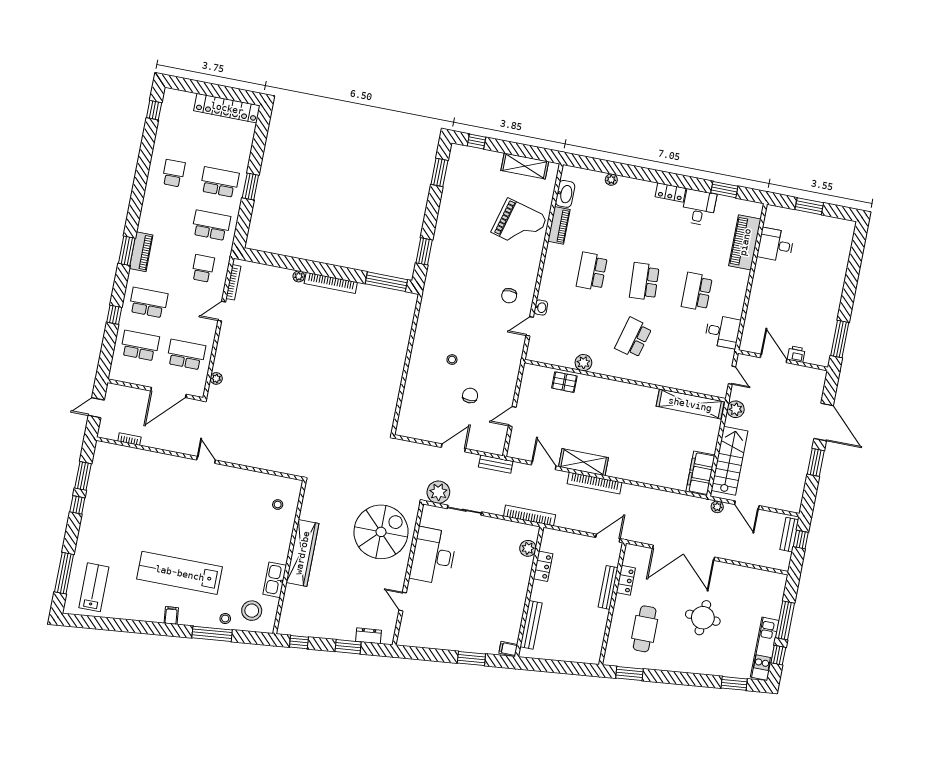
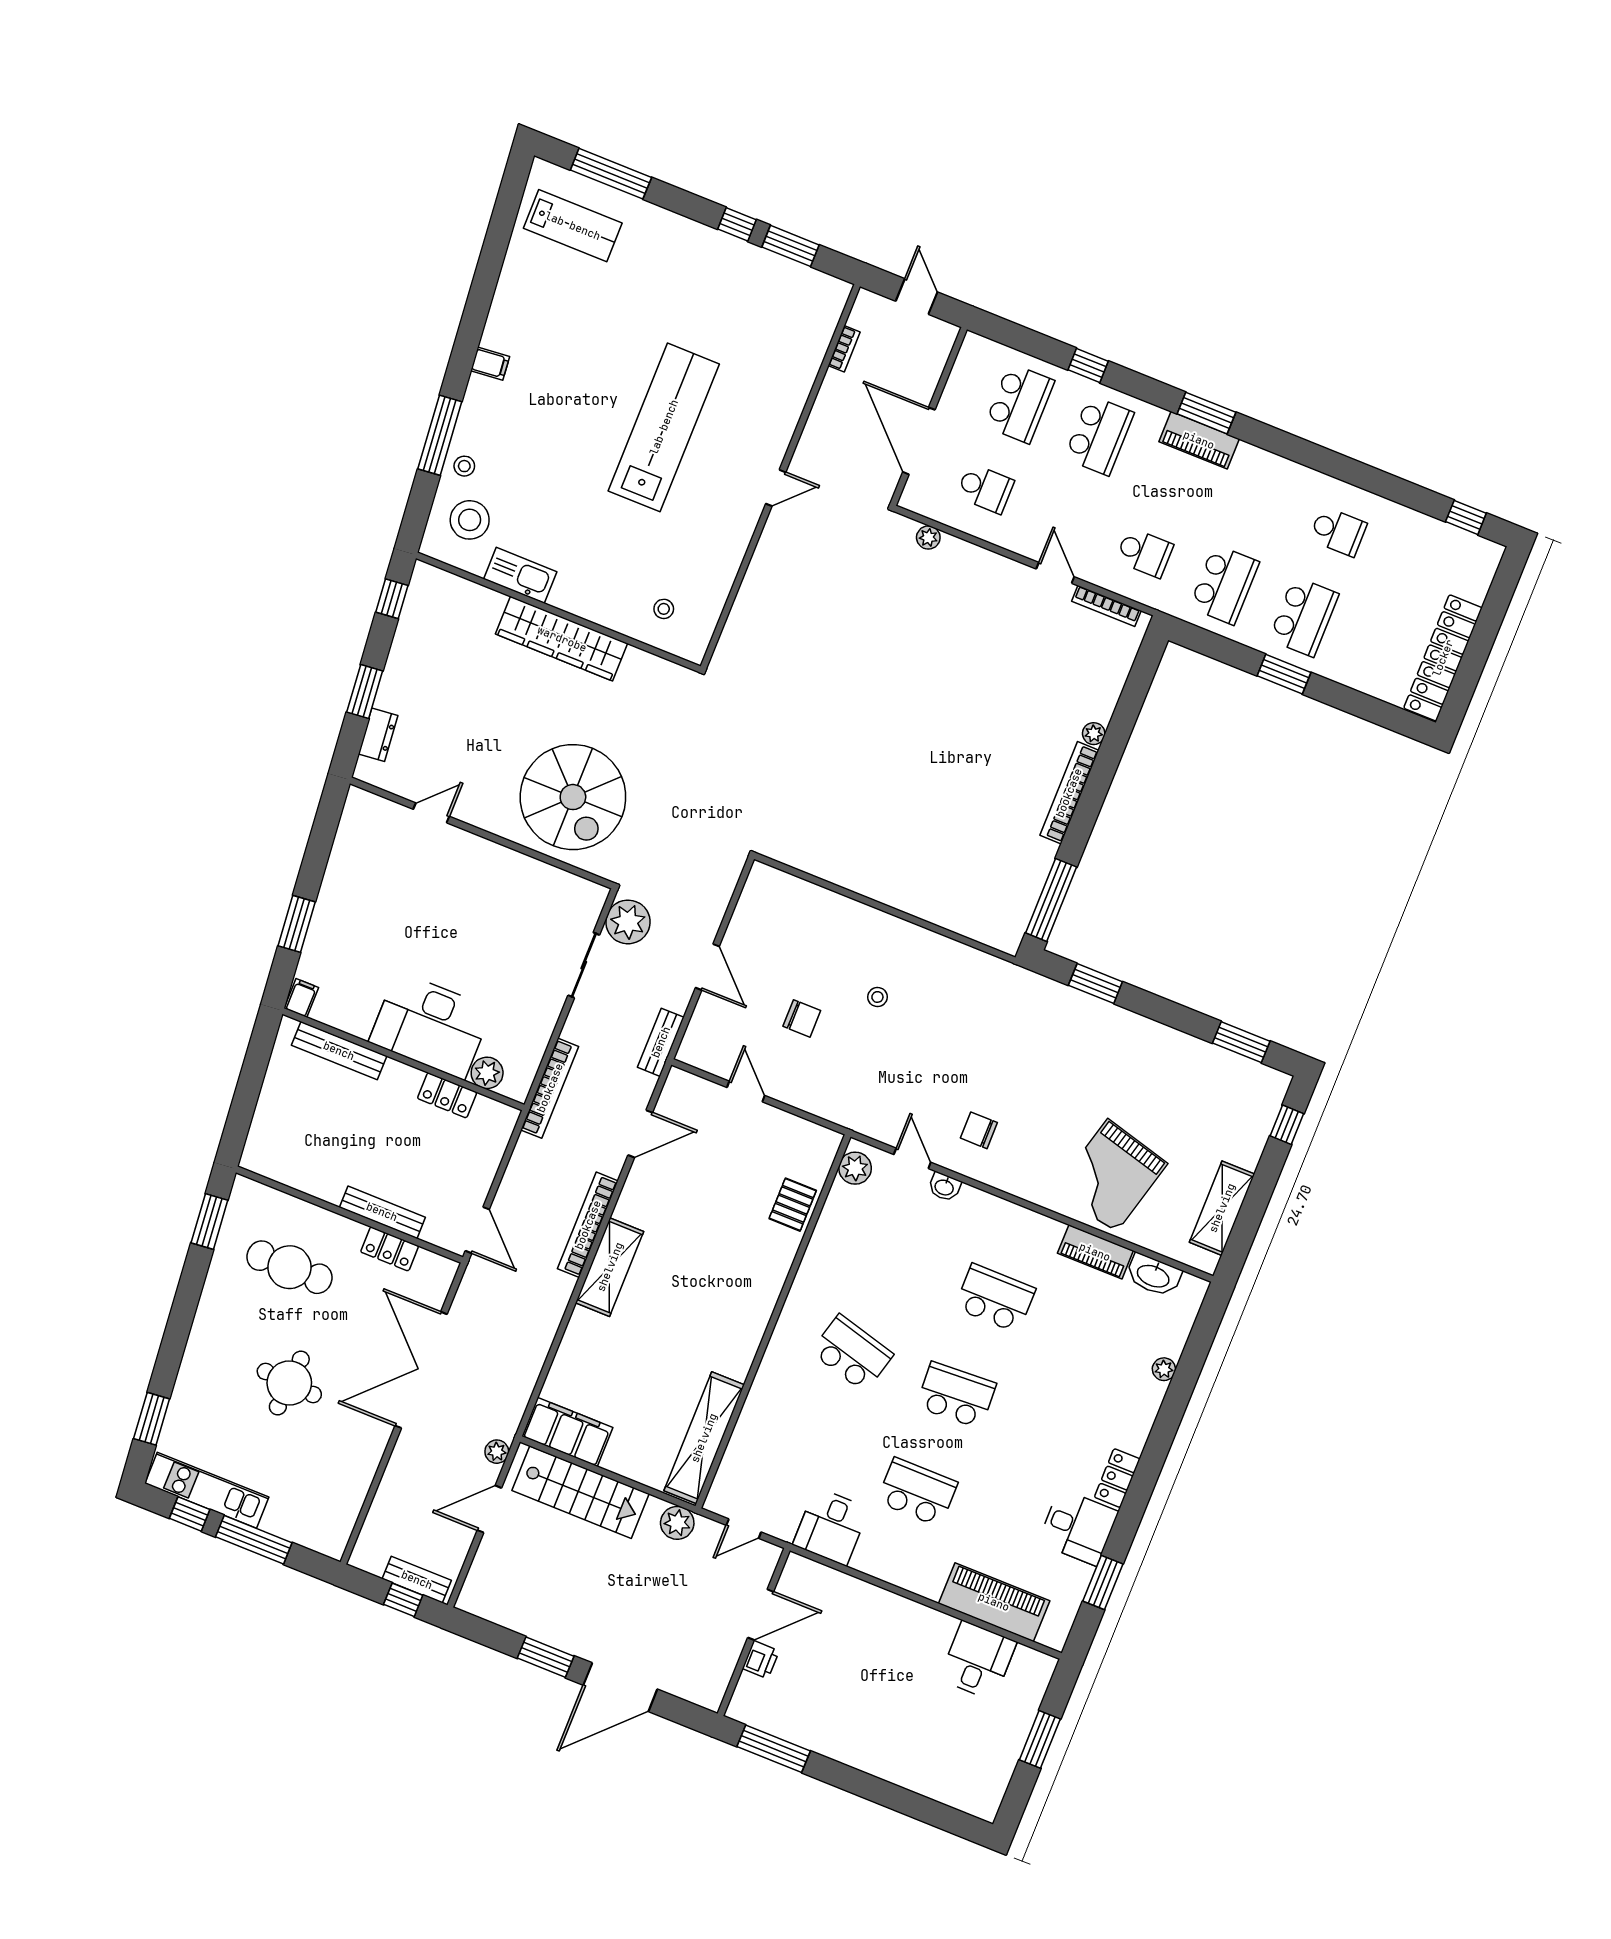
school desk: (186, 355) -> (985, 489), width x0.54
plant: (583, 363) -> (855, 1168), moved
shelving: (584, 462) -> (610, 1267), moved
desk: (433, 556) -> (431, 1025), moved, turned 180
lab bench: (180, 573) -> (664, 427), moved

